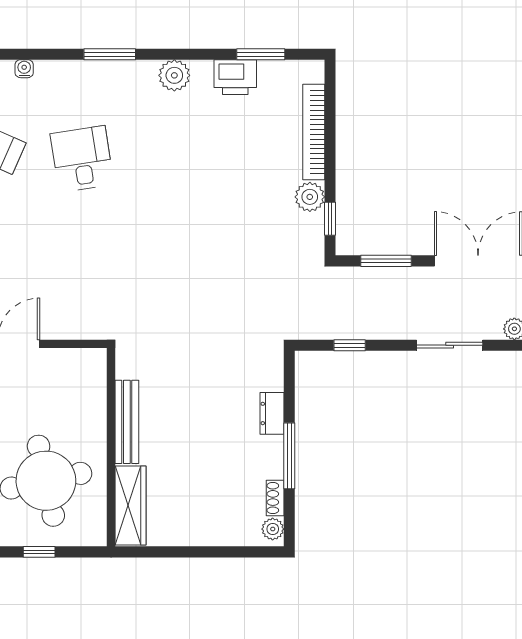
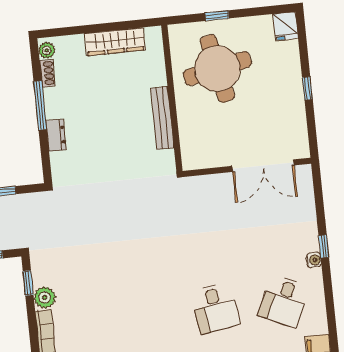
wardrobe: (130, 505) -> (115, 42), moved, turned -90

